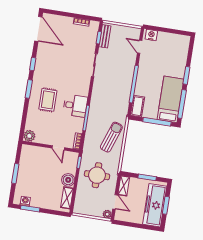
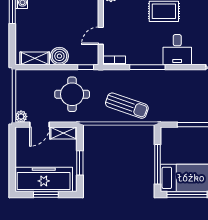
desk: (75, 106) -> (177, 50), moved
cot: (137, 106) -> (175, 134), removed

